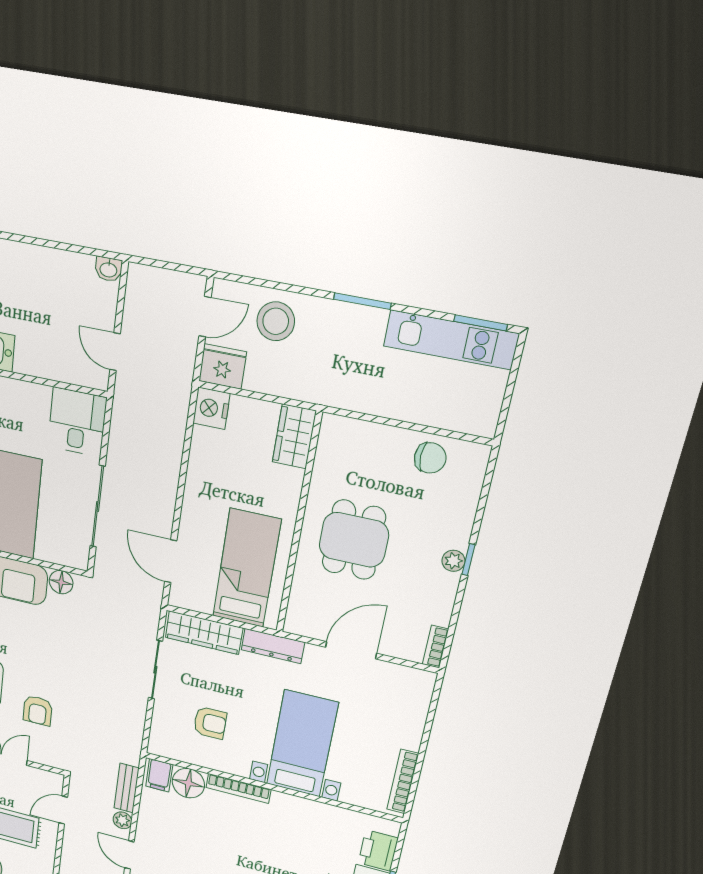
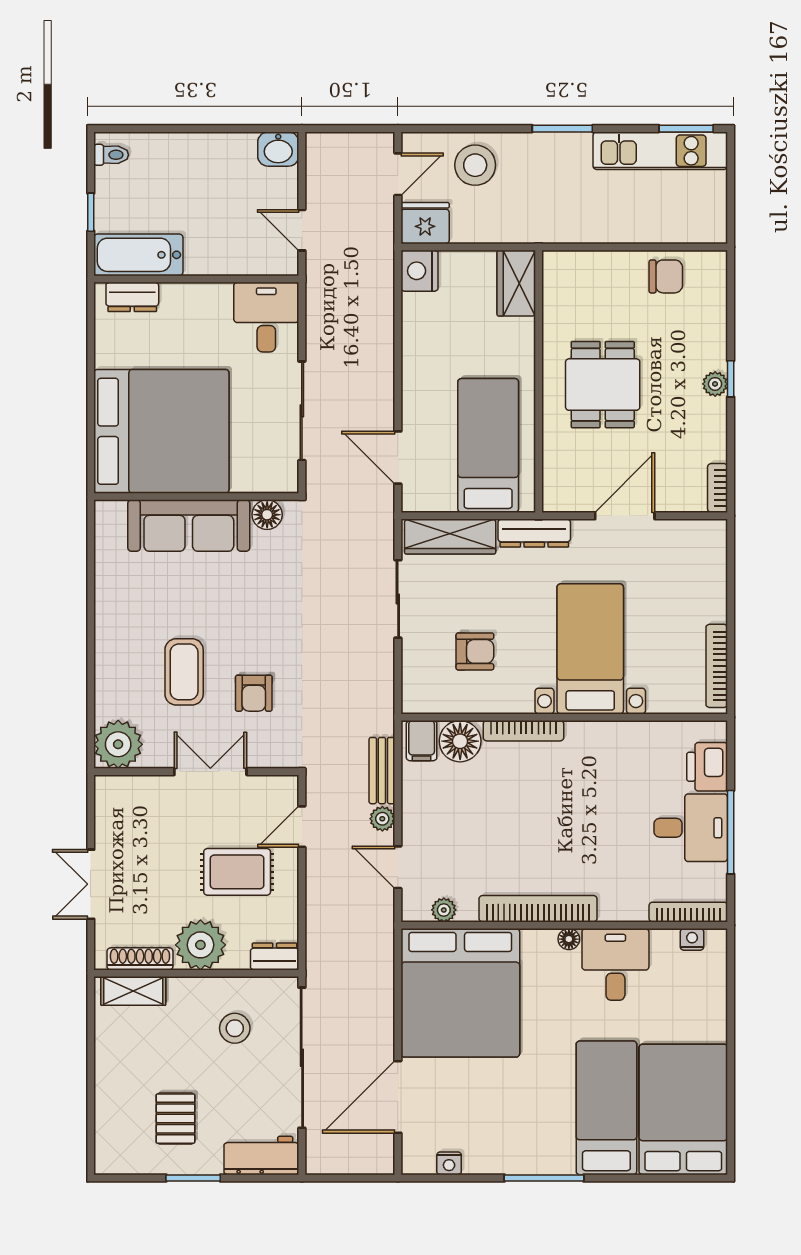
washbasin: (108, 269) -> (278, 149), width x1.38, depth x1.45

